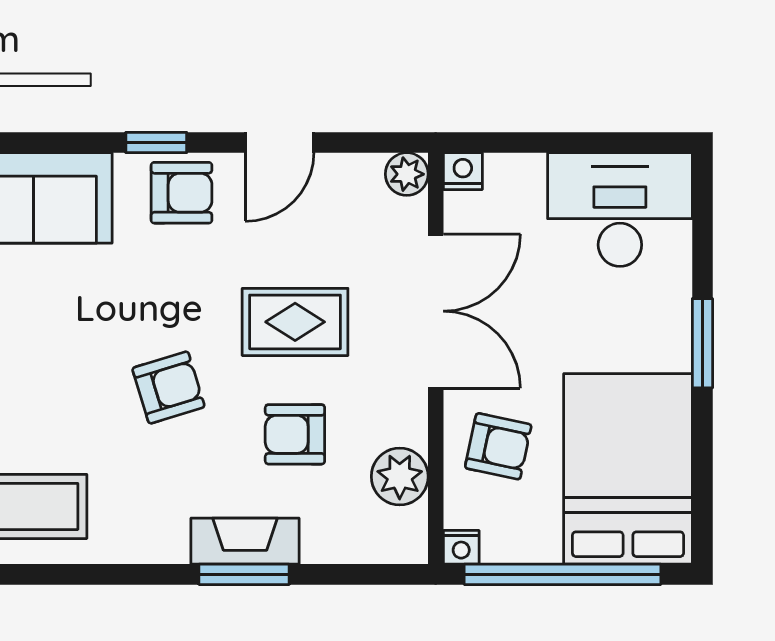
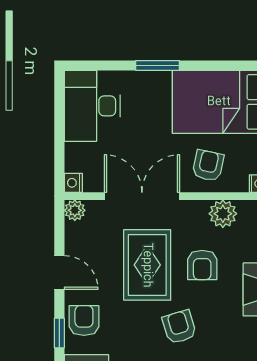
rug: (295, 322) -> (147, 265), width x1.36, depth x1.43

